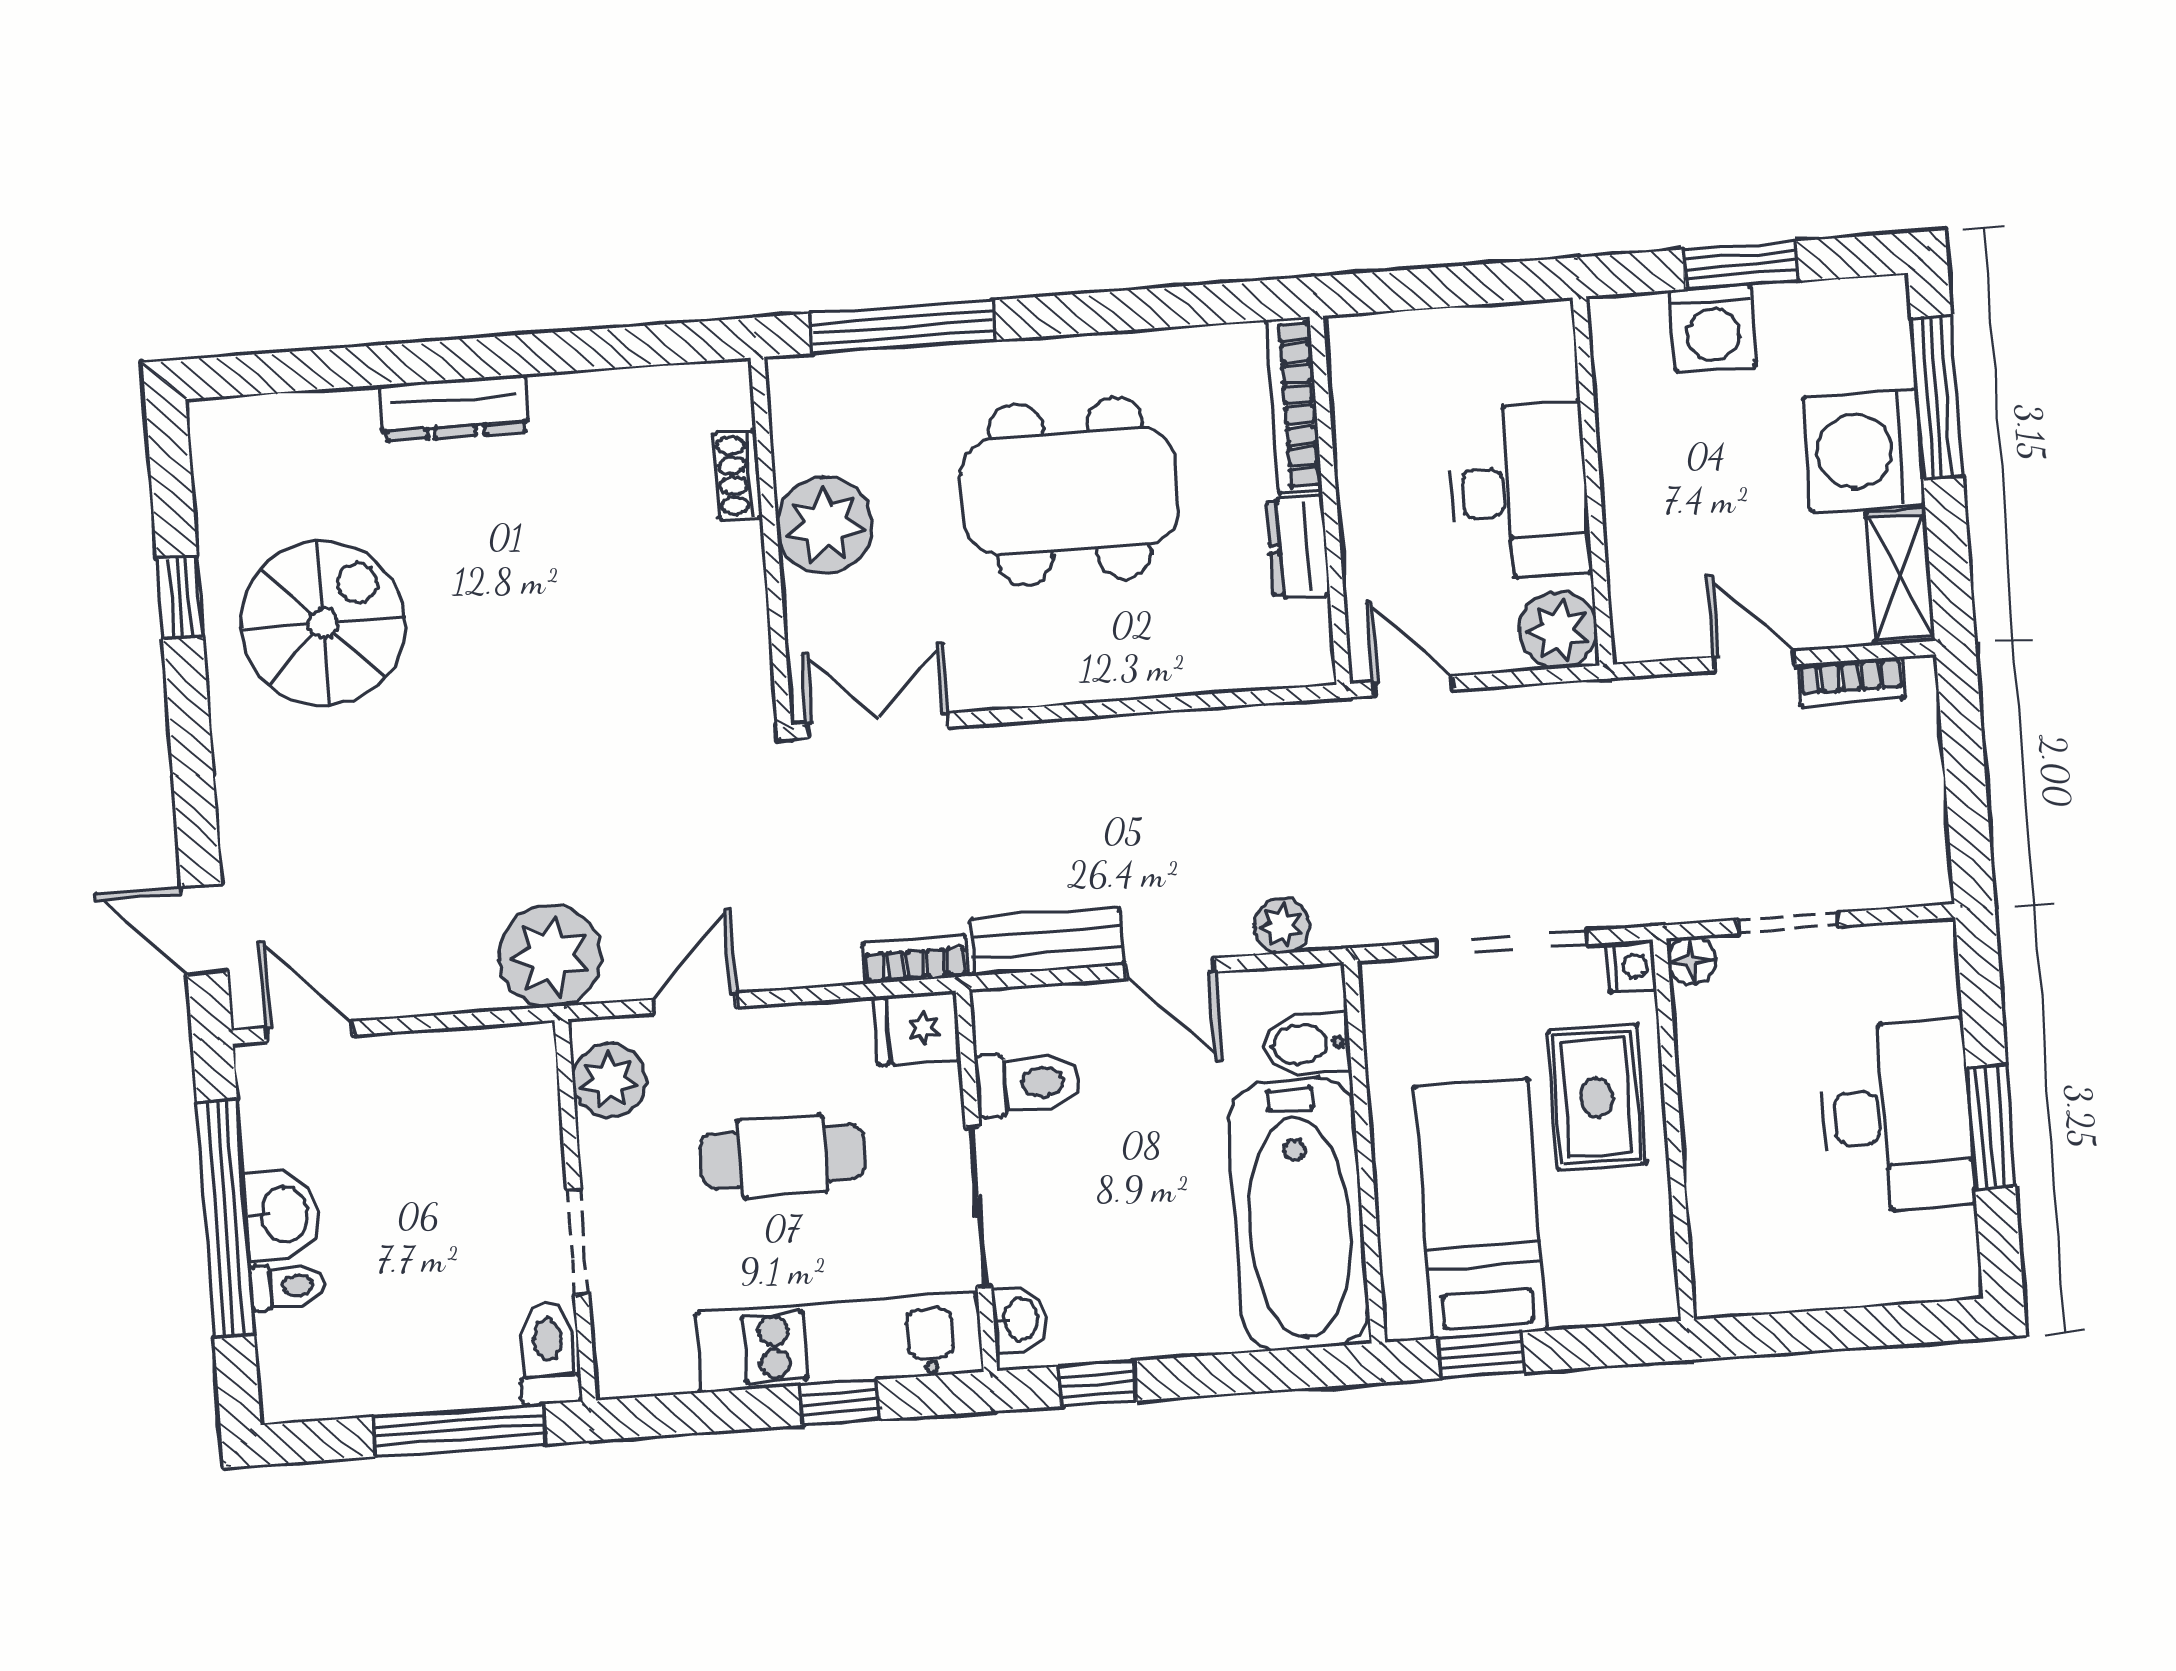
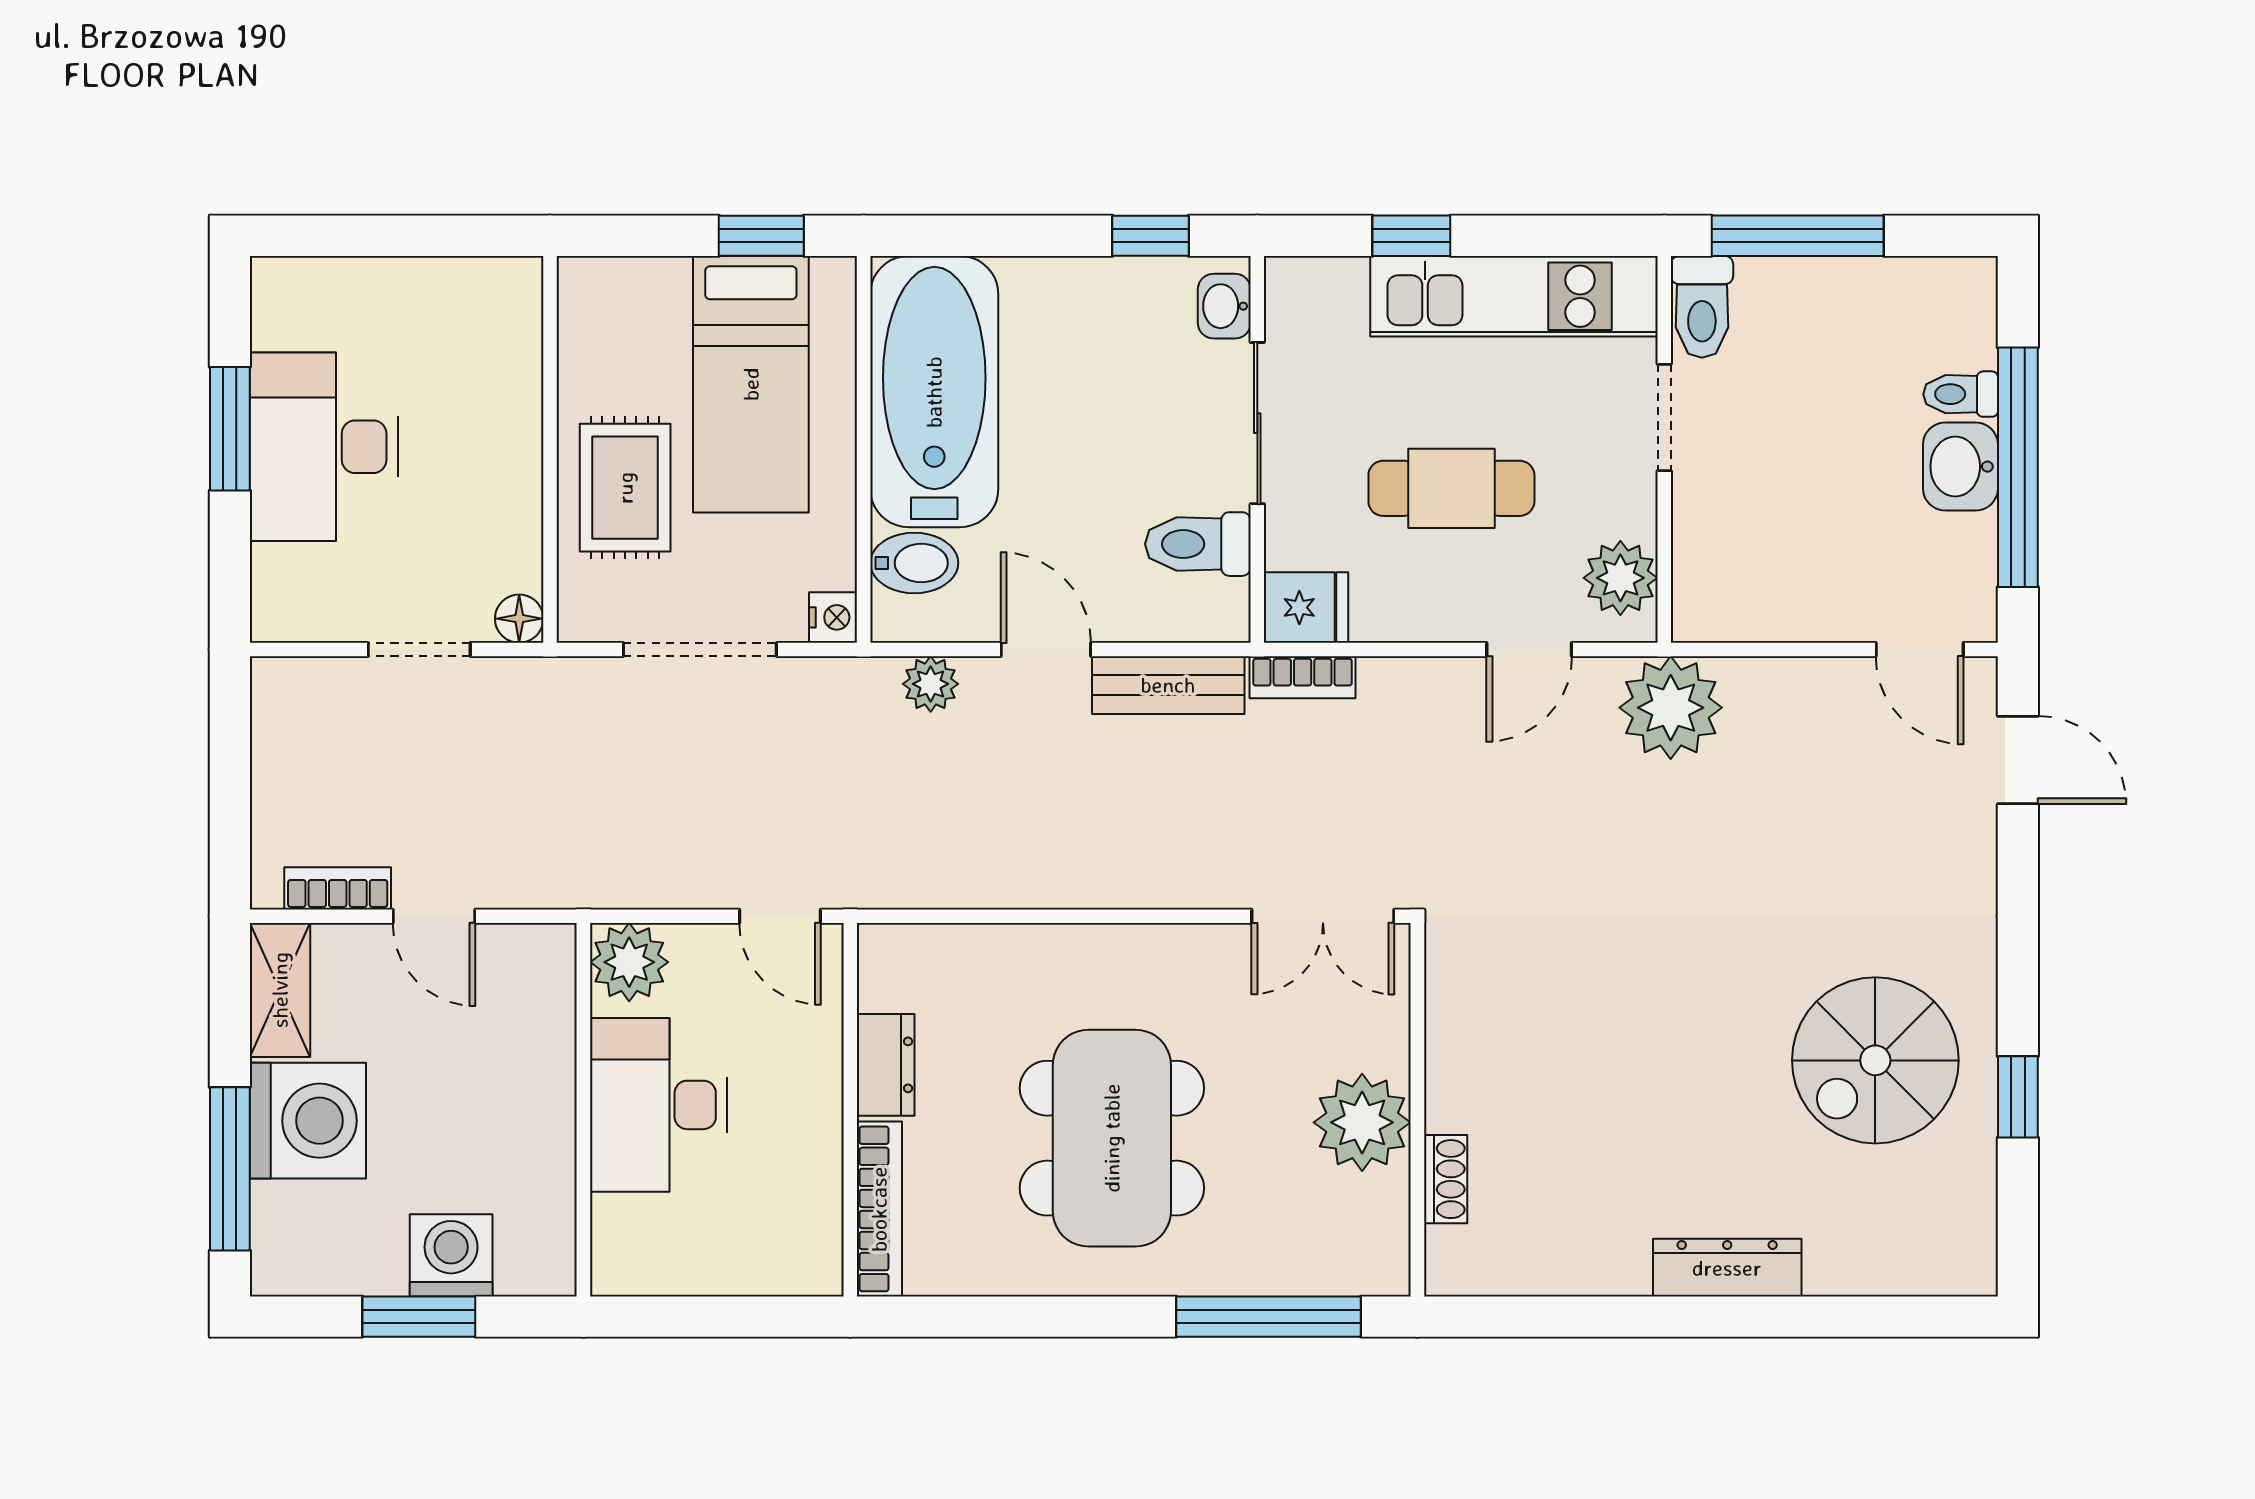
dining table: (1070, 491) -> (1112, 1138), turned 90
nightstand: (1631, 966) -> (833, 617), moved, turned 180
kitchen unit: (839, 1343) -> (1514, 296), moved

